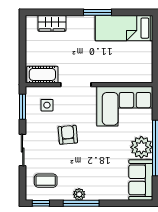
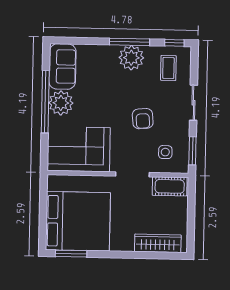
window: (97, 12) -> (71, 254), moved
wardrobe: (52, 23) -> (158, 243), width x1.50
bed: (124, 28) -> (78, 221), width x2.04
coffee table: (46, 181) -> (168, 68), turned 90
plant: (79, 194) -> (131, 58), width x1.88, depth x1.88

